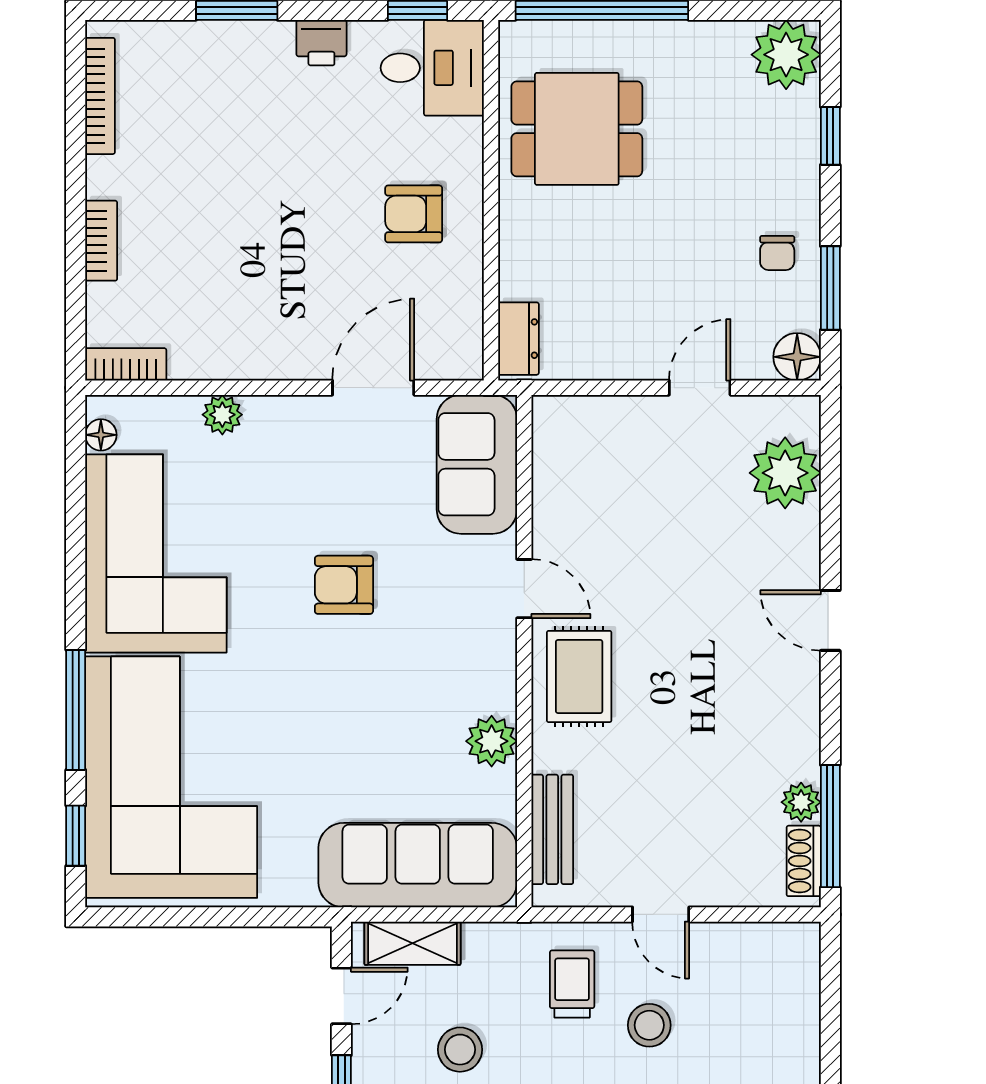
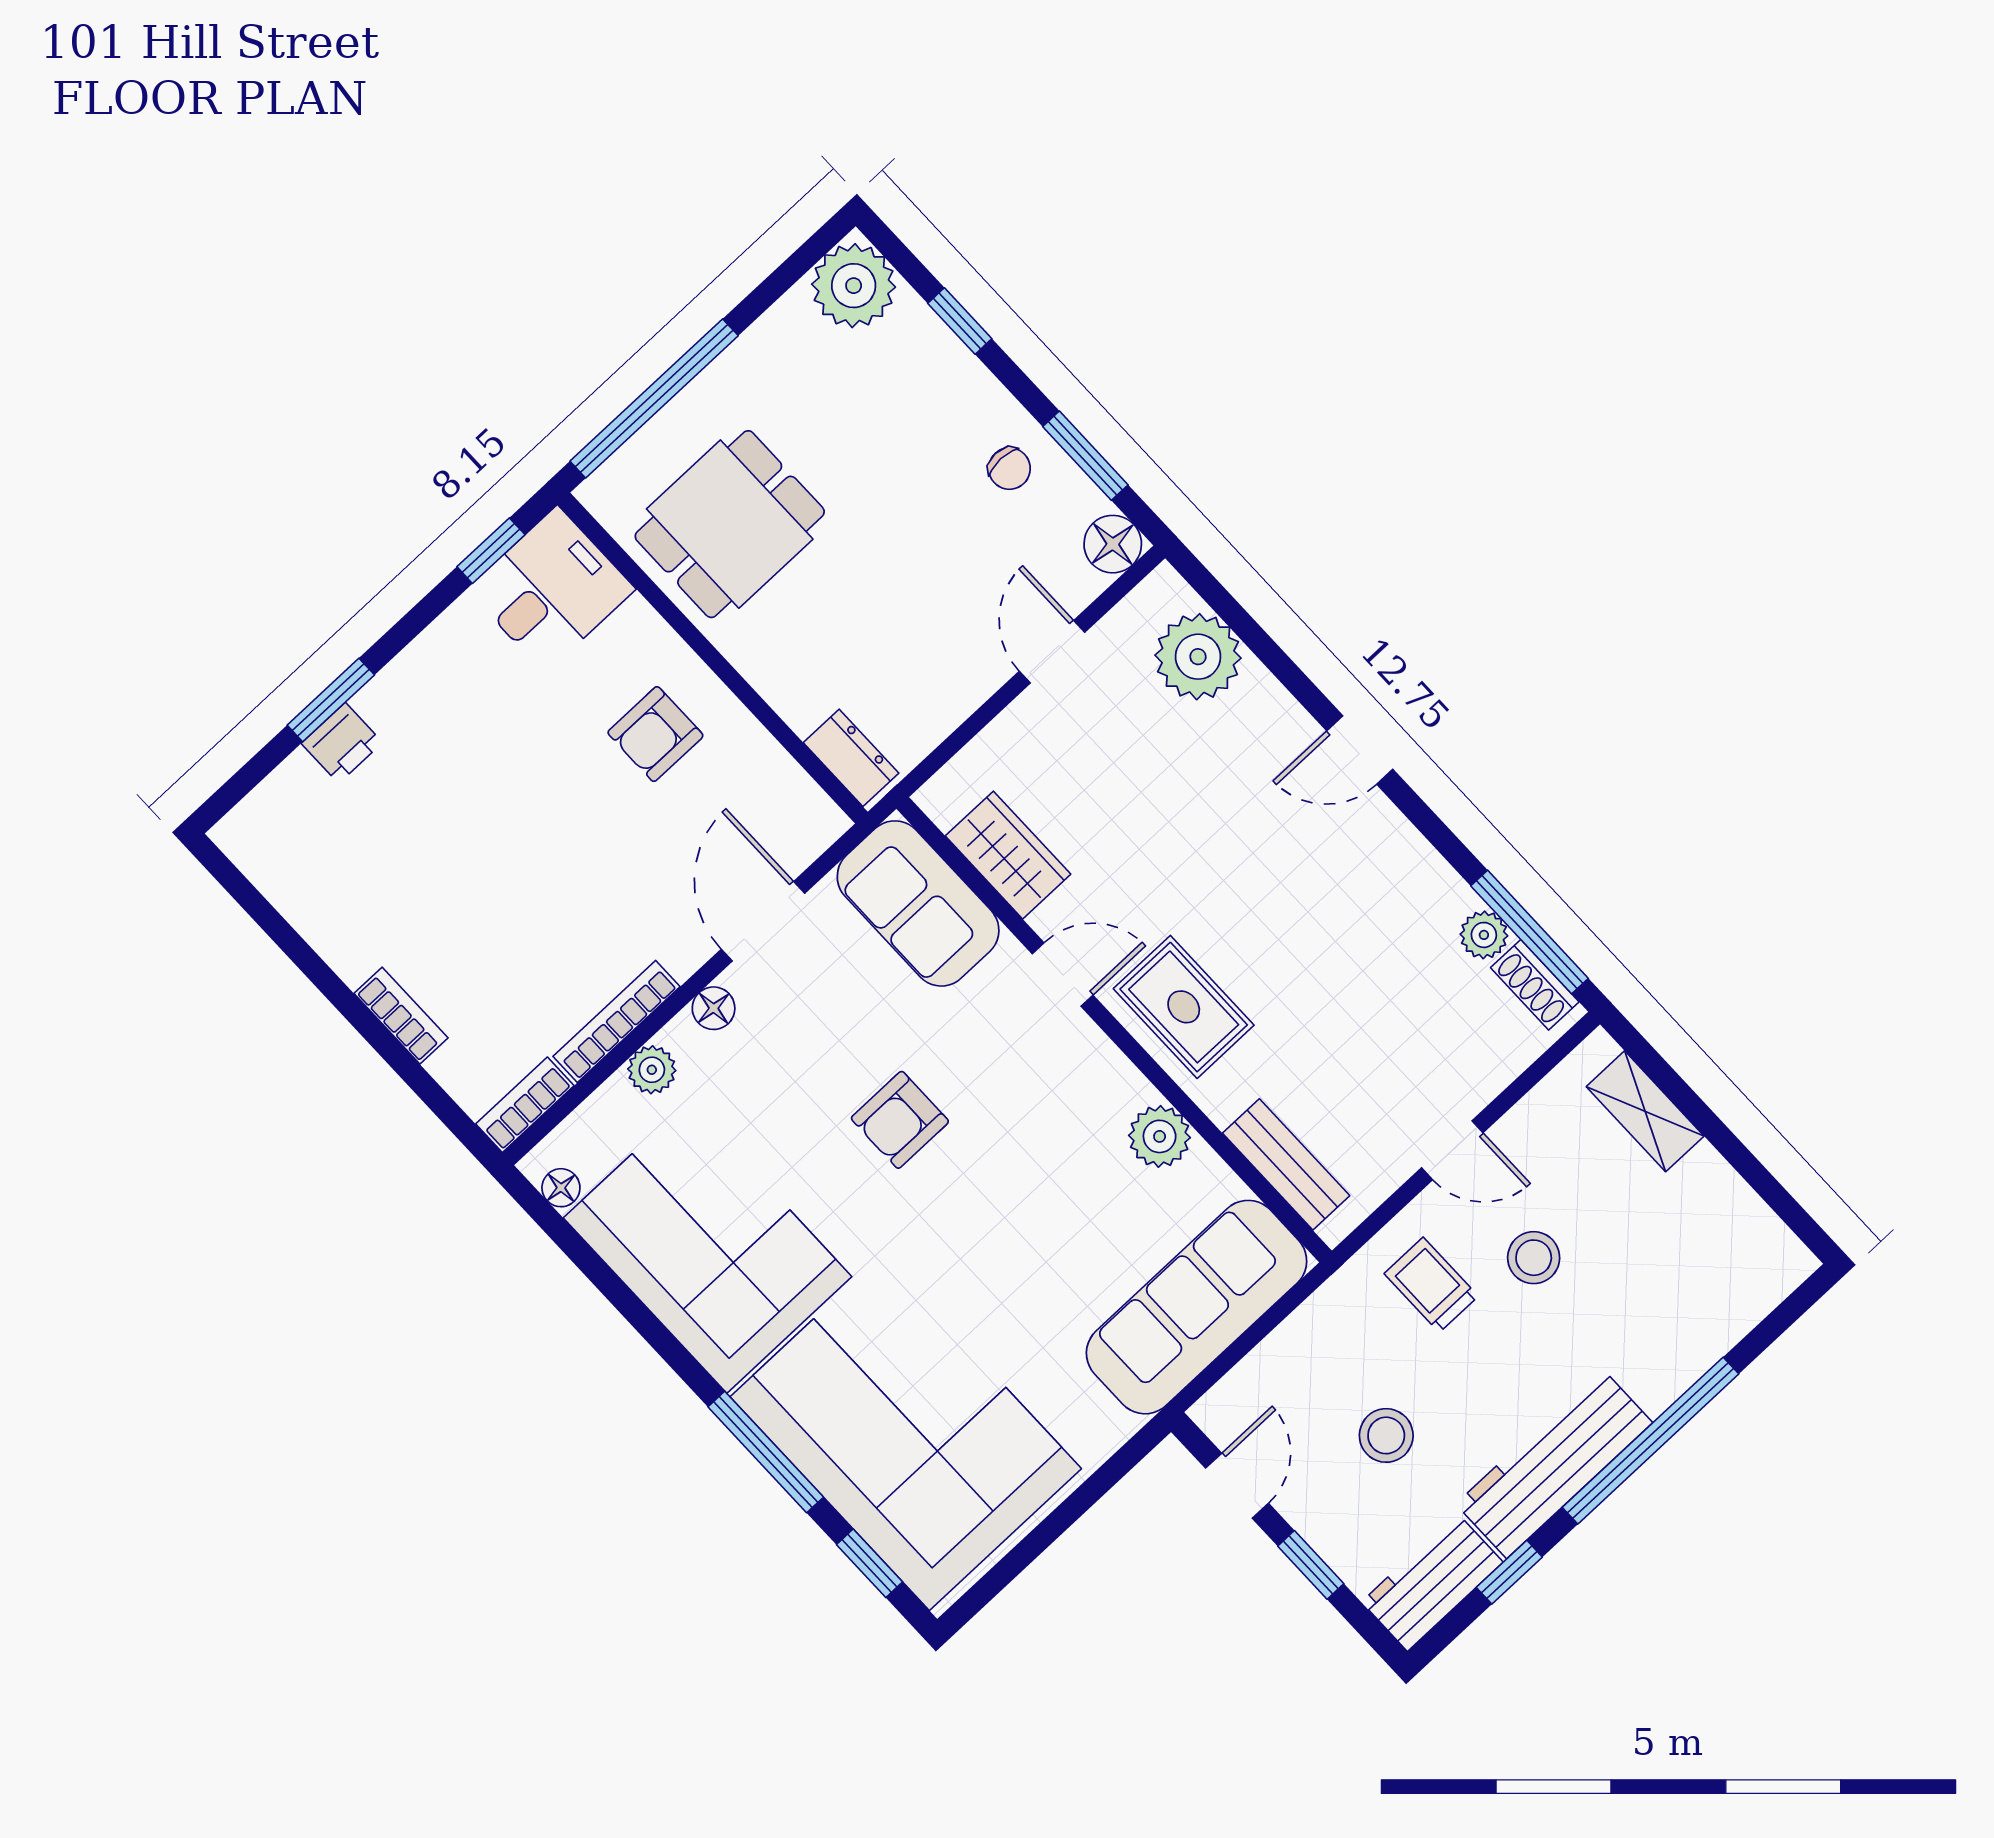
printer: (321, 43) -> (342, 743), moved
bookcase: (100, 96) -> (617, 1021), moved, turned -90
floor lamp: (294, 412) -> (714, 1008), added
wardrobe: (559, 486) -> (1008, 855), added
shelving: (412, 943) -> (1645, 1111), moved, turned 90

